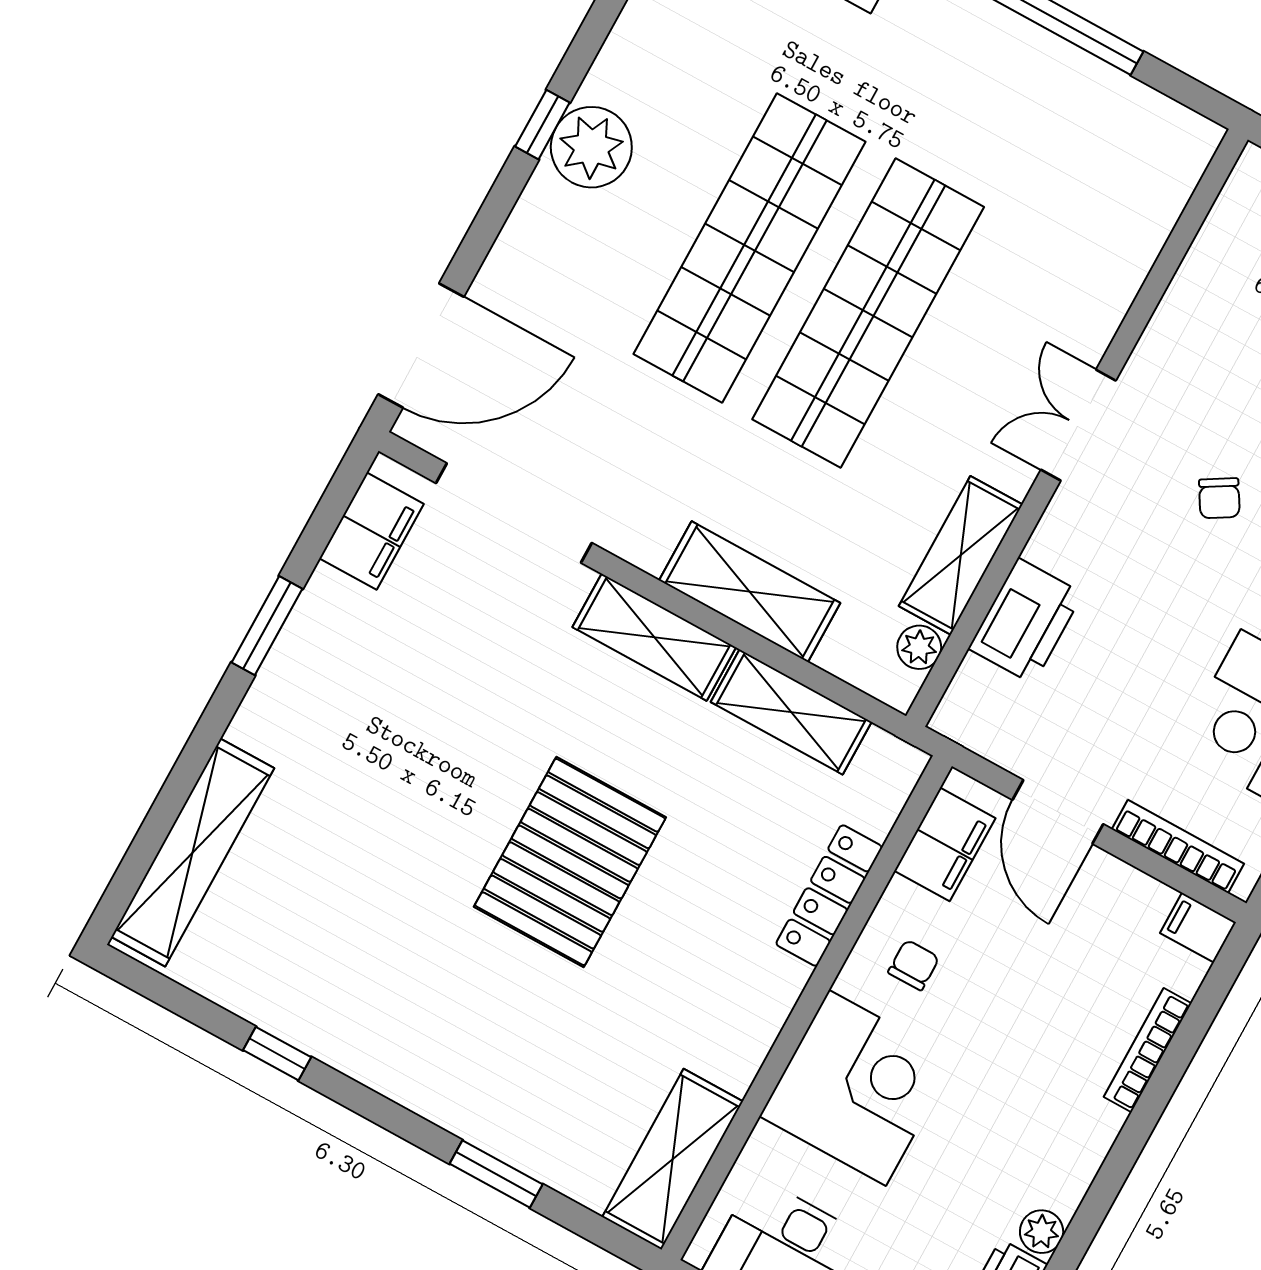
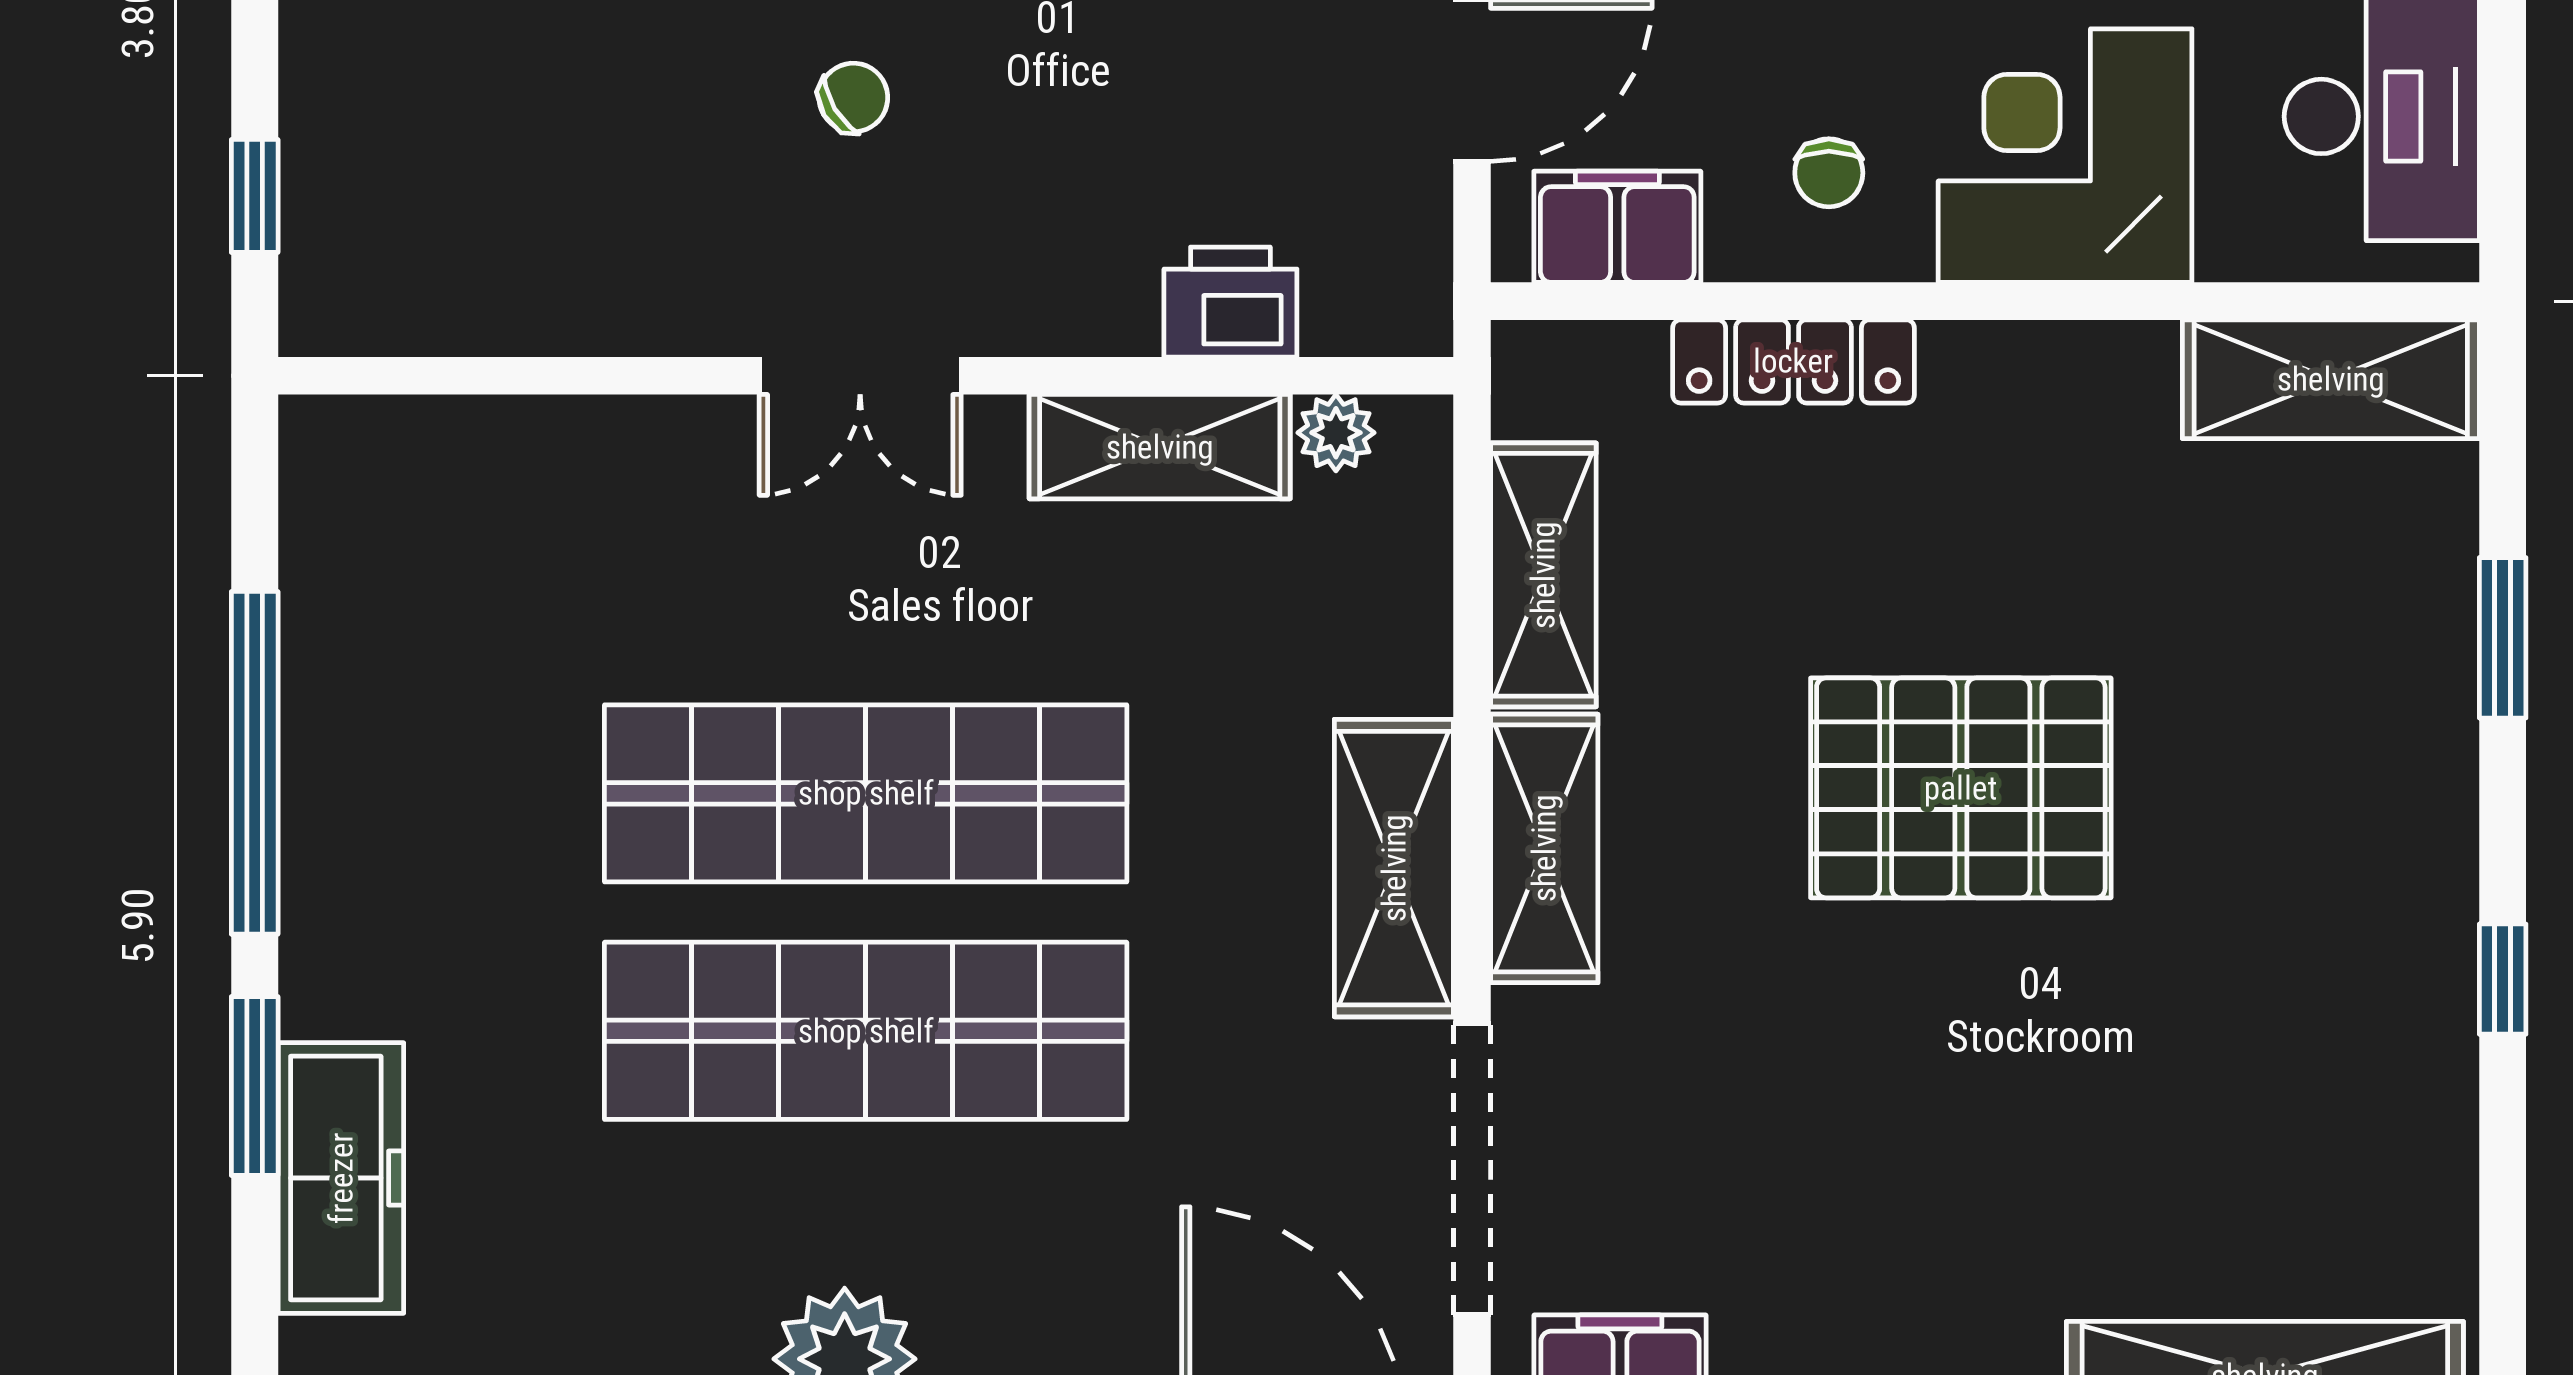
shelving: (750, 592) -> (1394, 868), moved
printer: (1026, 621) -> (1230, 302), width x0.73, depth x0.84
chair: (914, 965) -> (1829, 173), turned -90
window: (277, 1054) -> (2503, 979), moved

